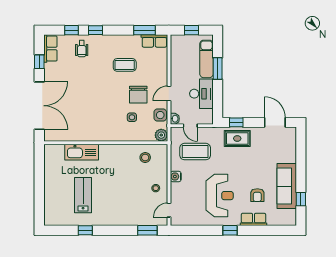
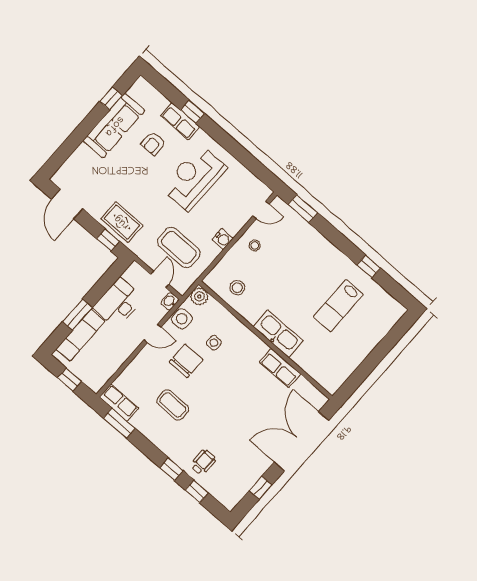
row of seats: (50, 49) -> (280, 368), moved, turned -90
kitchen sink: (82, 152) -> (278, 334), moved
armchair: (257, 195) -> (153, 143), turned 180
window: (230, 230) -> (192, 112), moved

